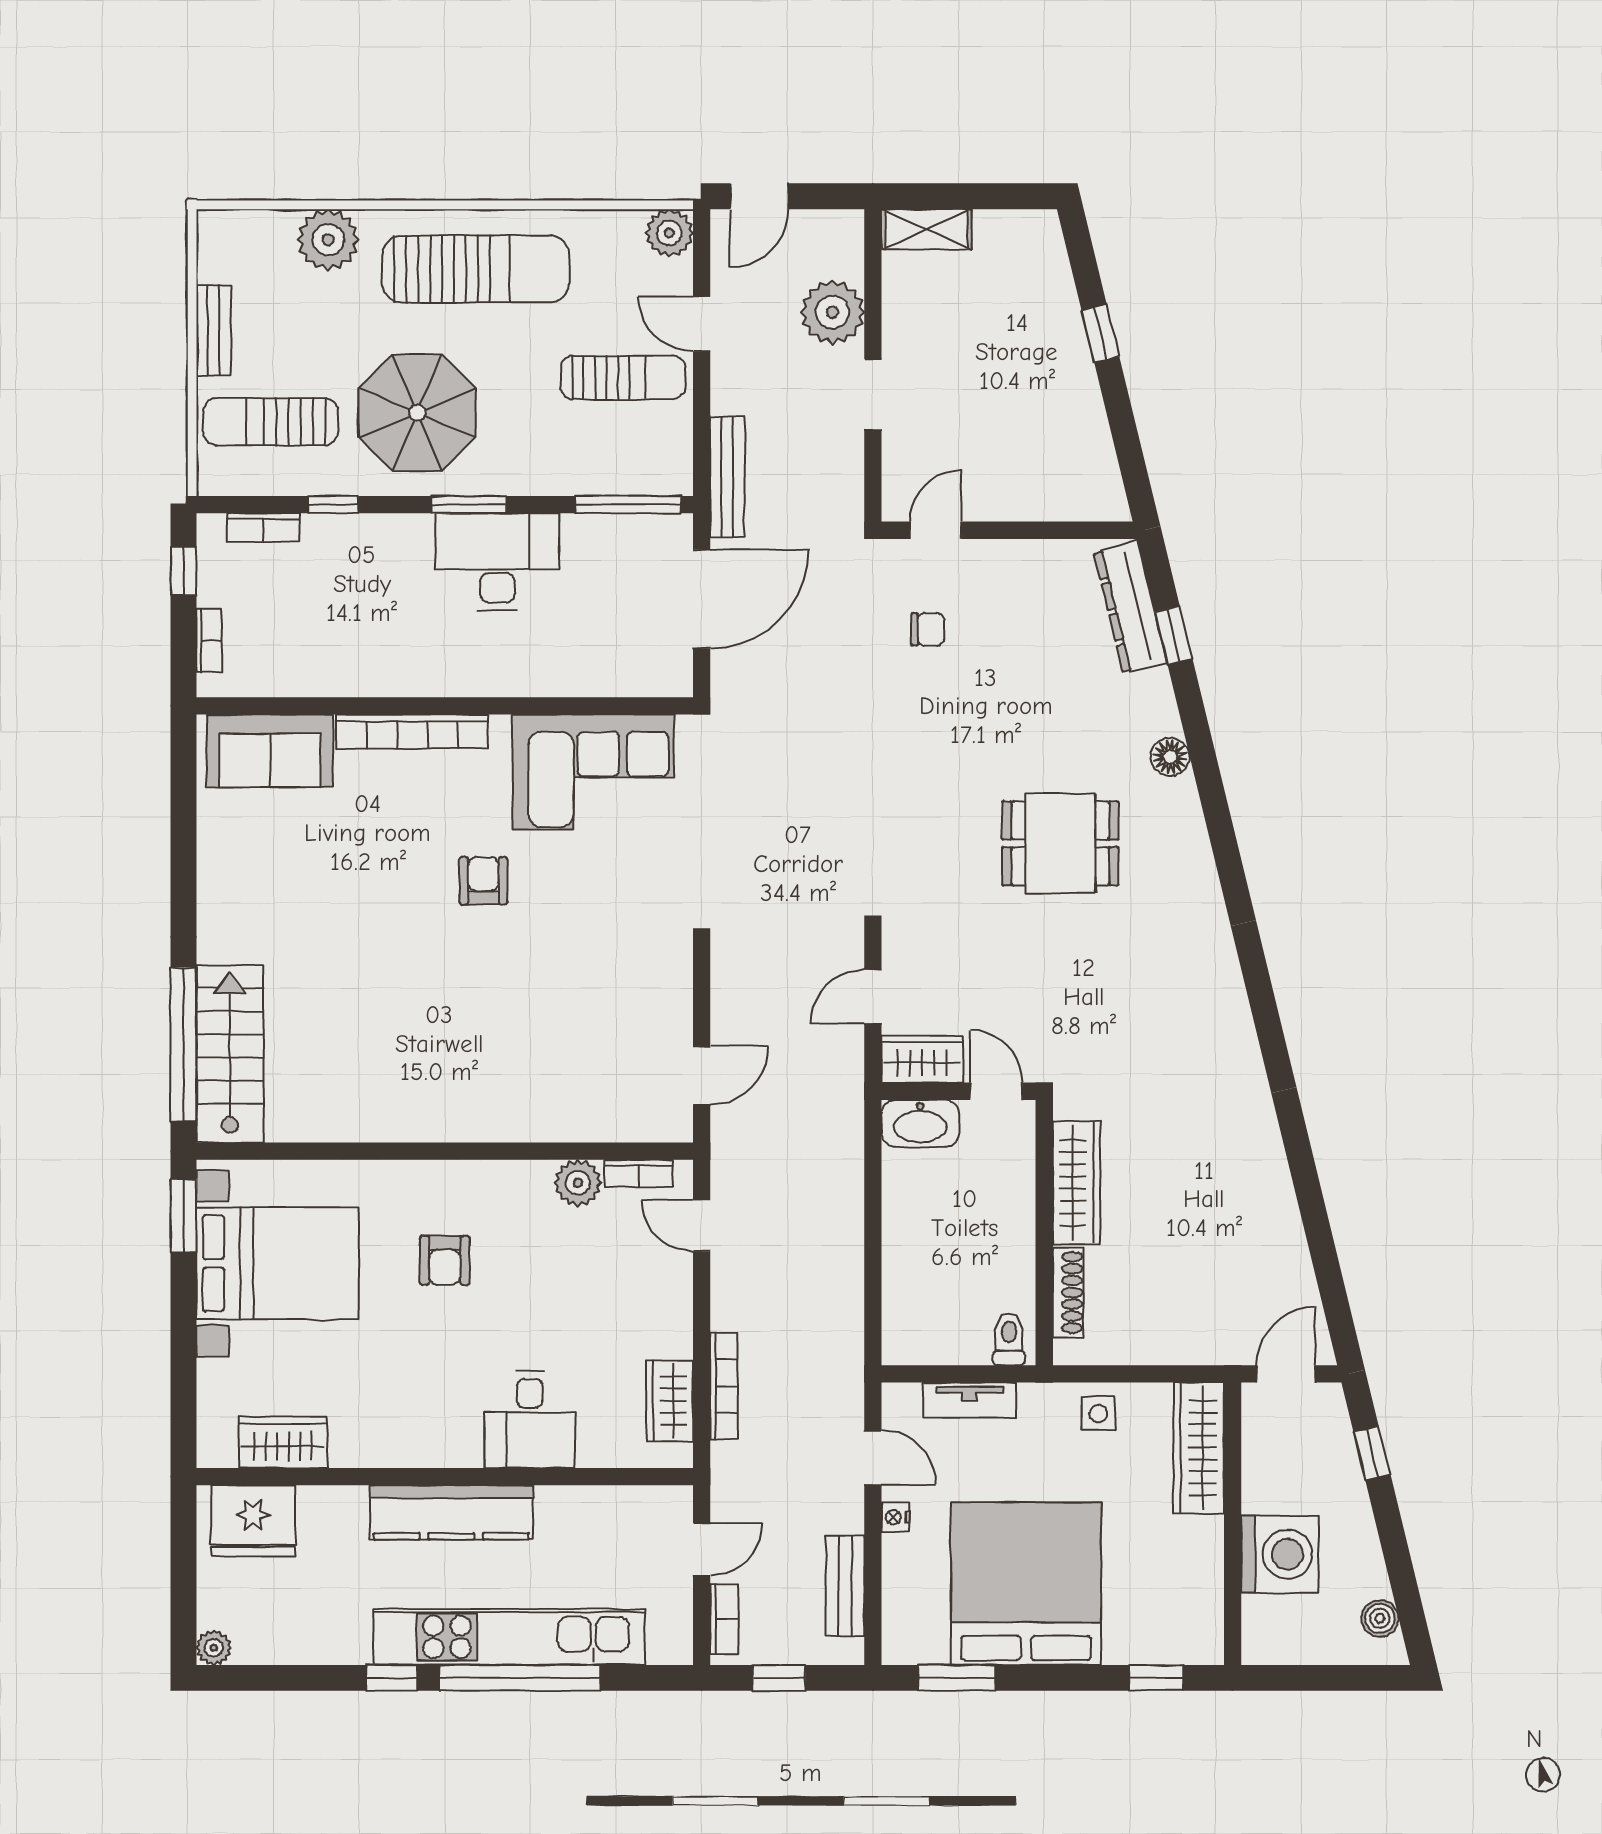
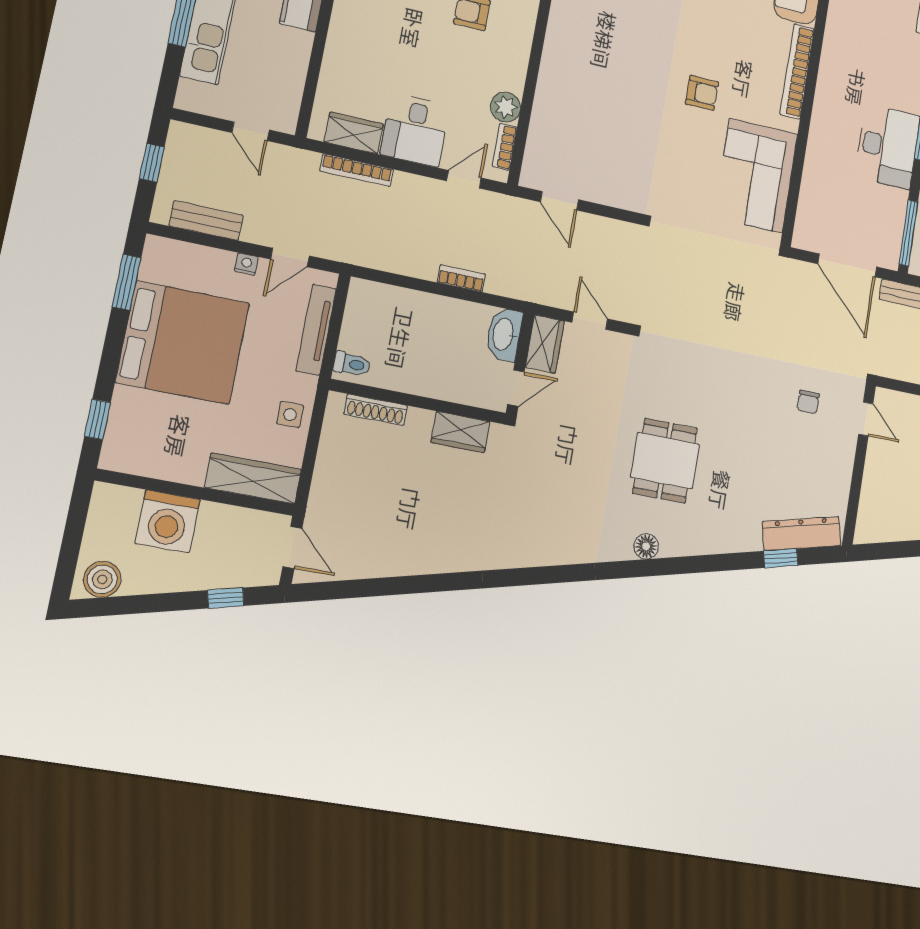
floor lamp: (1170, 757) -> (646, 546), moved
wardrobe: (1076, 1183) -> (460, 432), width x0.67
tv unit: (970, 1400) -> (316, 330), width x1.41
desk: (530, 1420) -> (415, 130), moved, turned -90
boiler: (1380, 1618) -> (102, 579), width x1.36, depth x1.36
bookcase: (724, 1619) -> (461, 278), moved, turned 180

